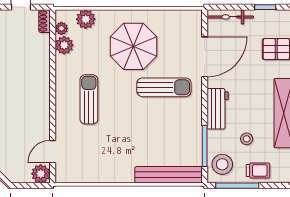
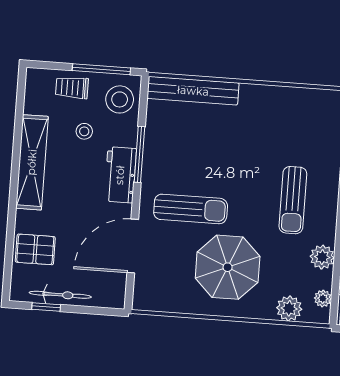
bicycle: (230, 17) -> (60, 295), moved
plant: (64, 45) -> (322, 257), moved
sun lounger: (164, 87) -> (191, 209), turned 180
window: (205, 146) -> (139, 154), moved

